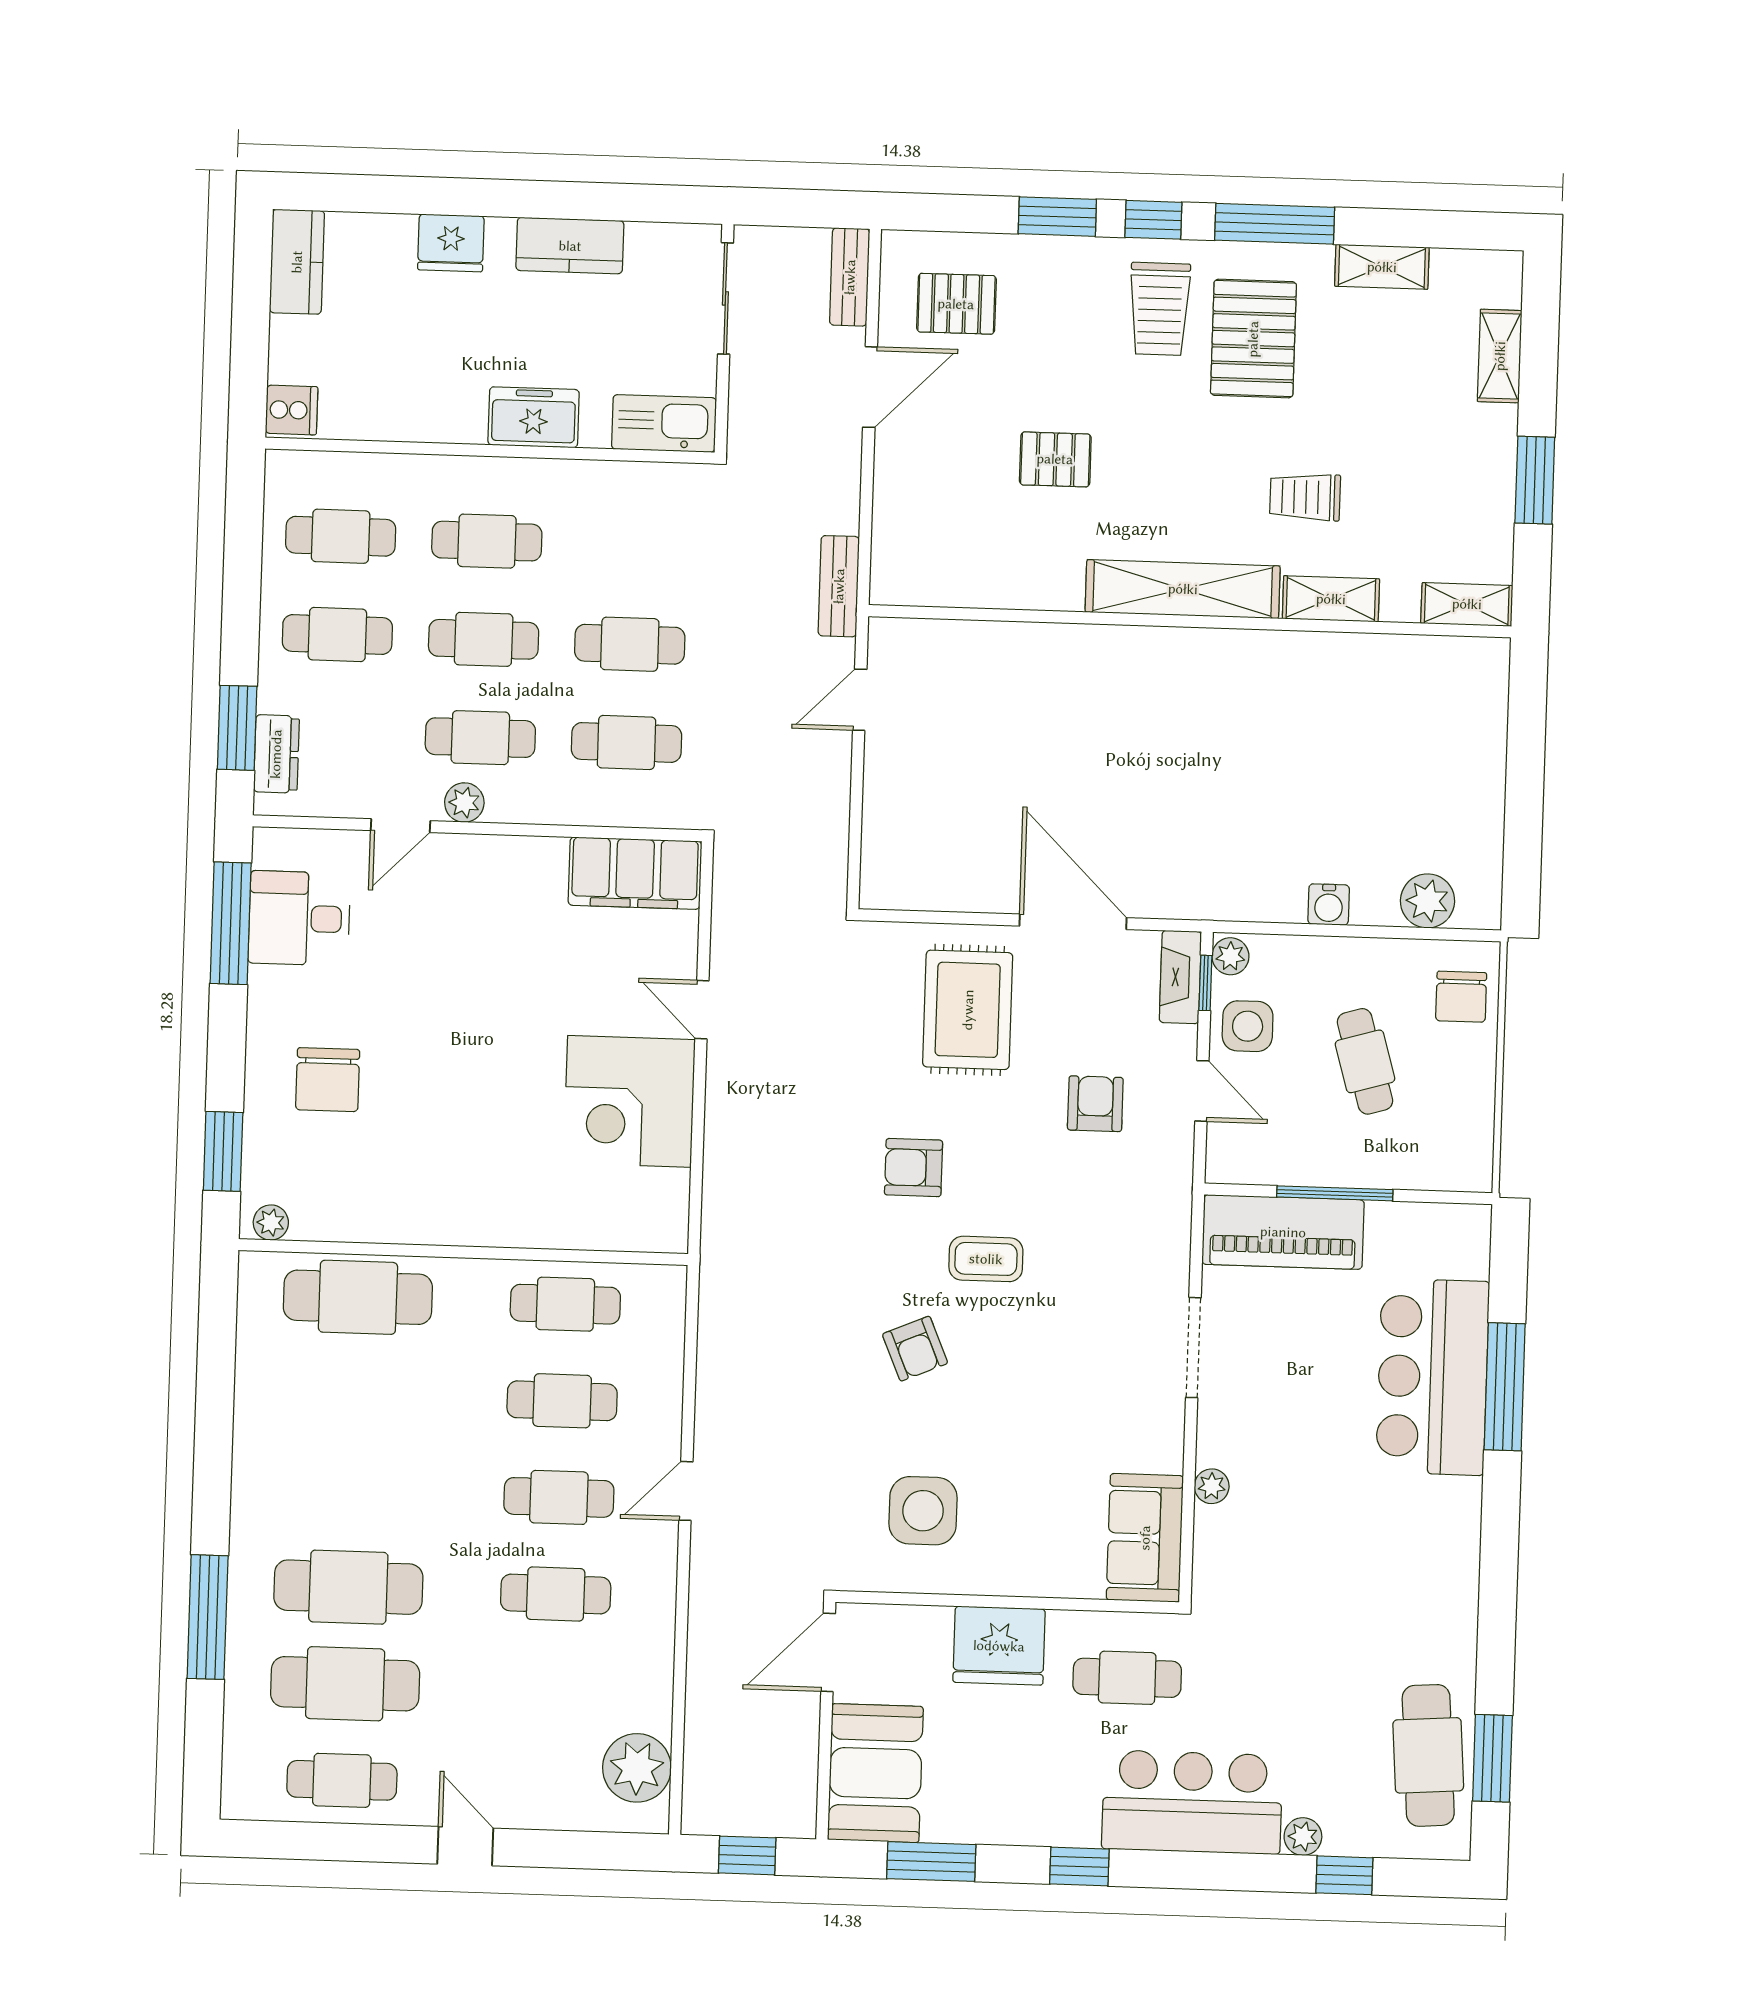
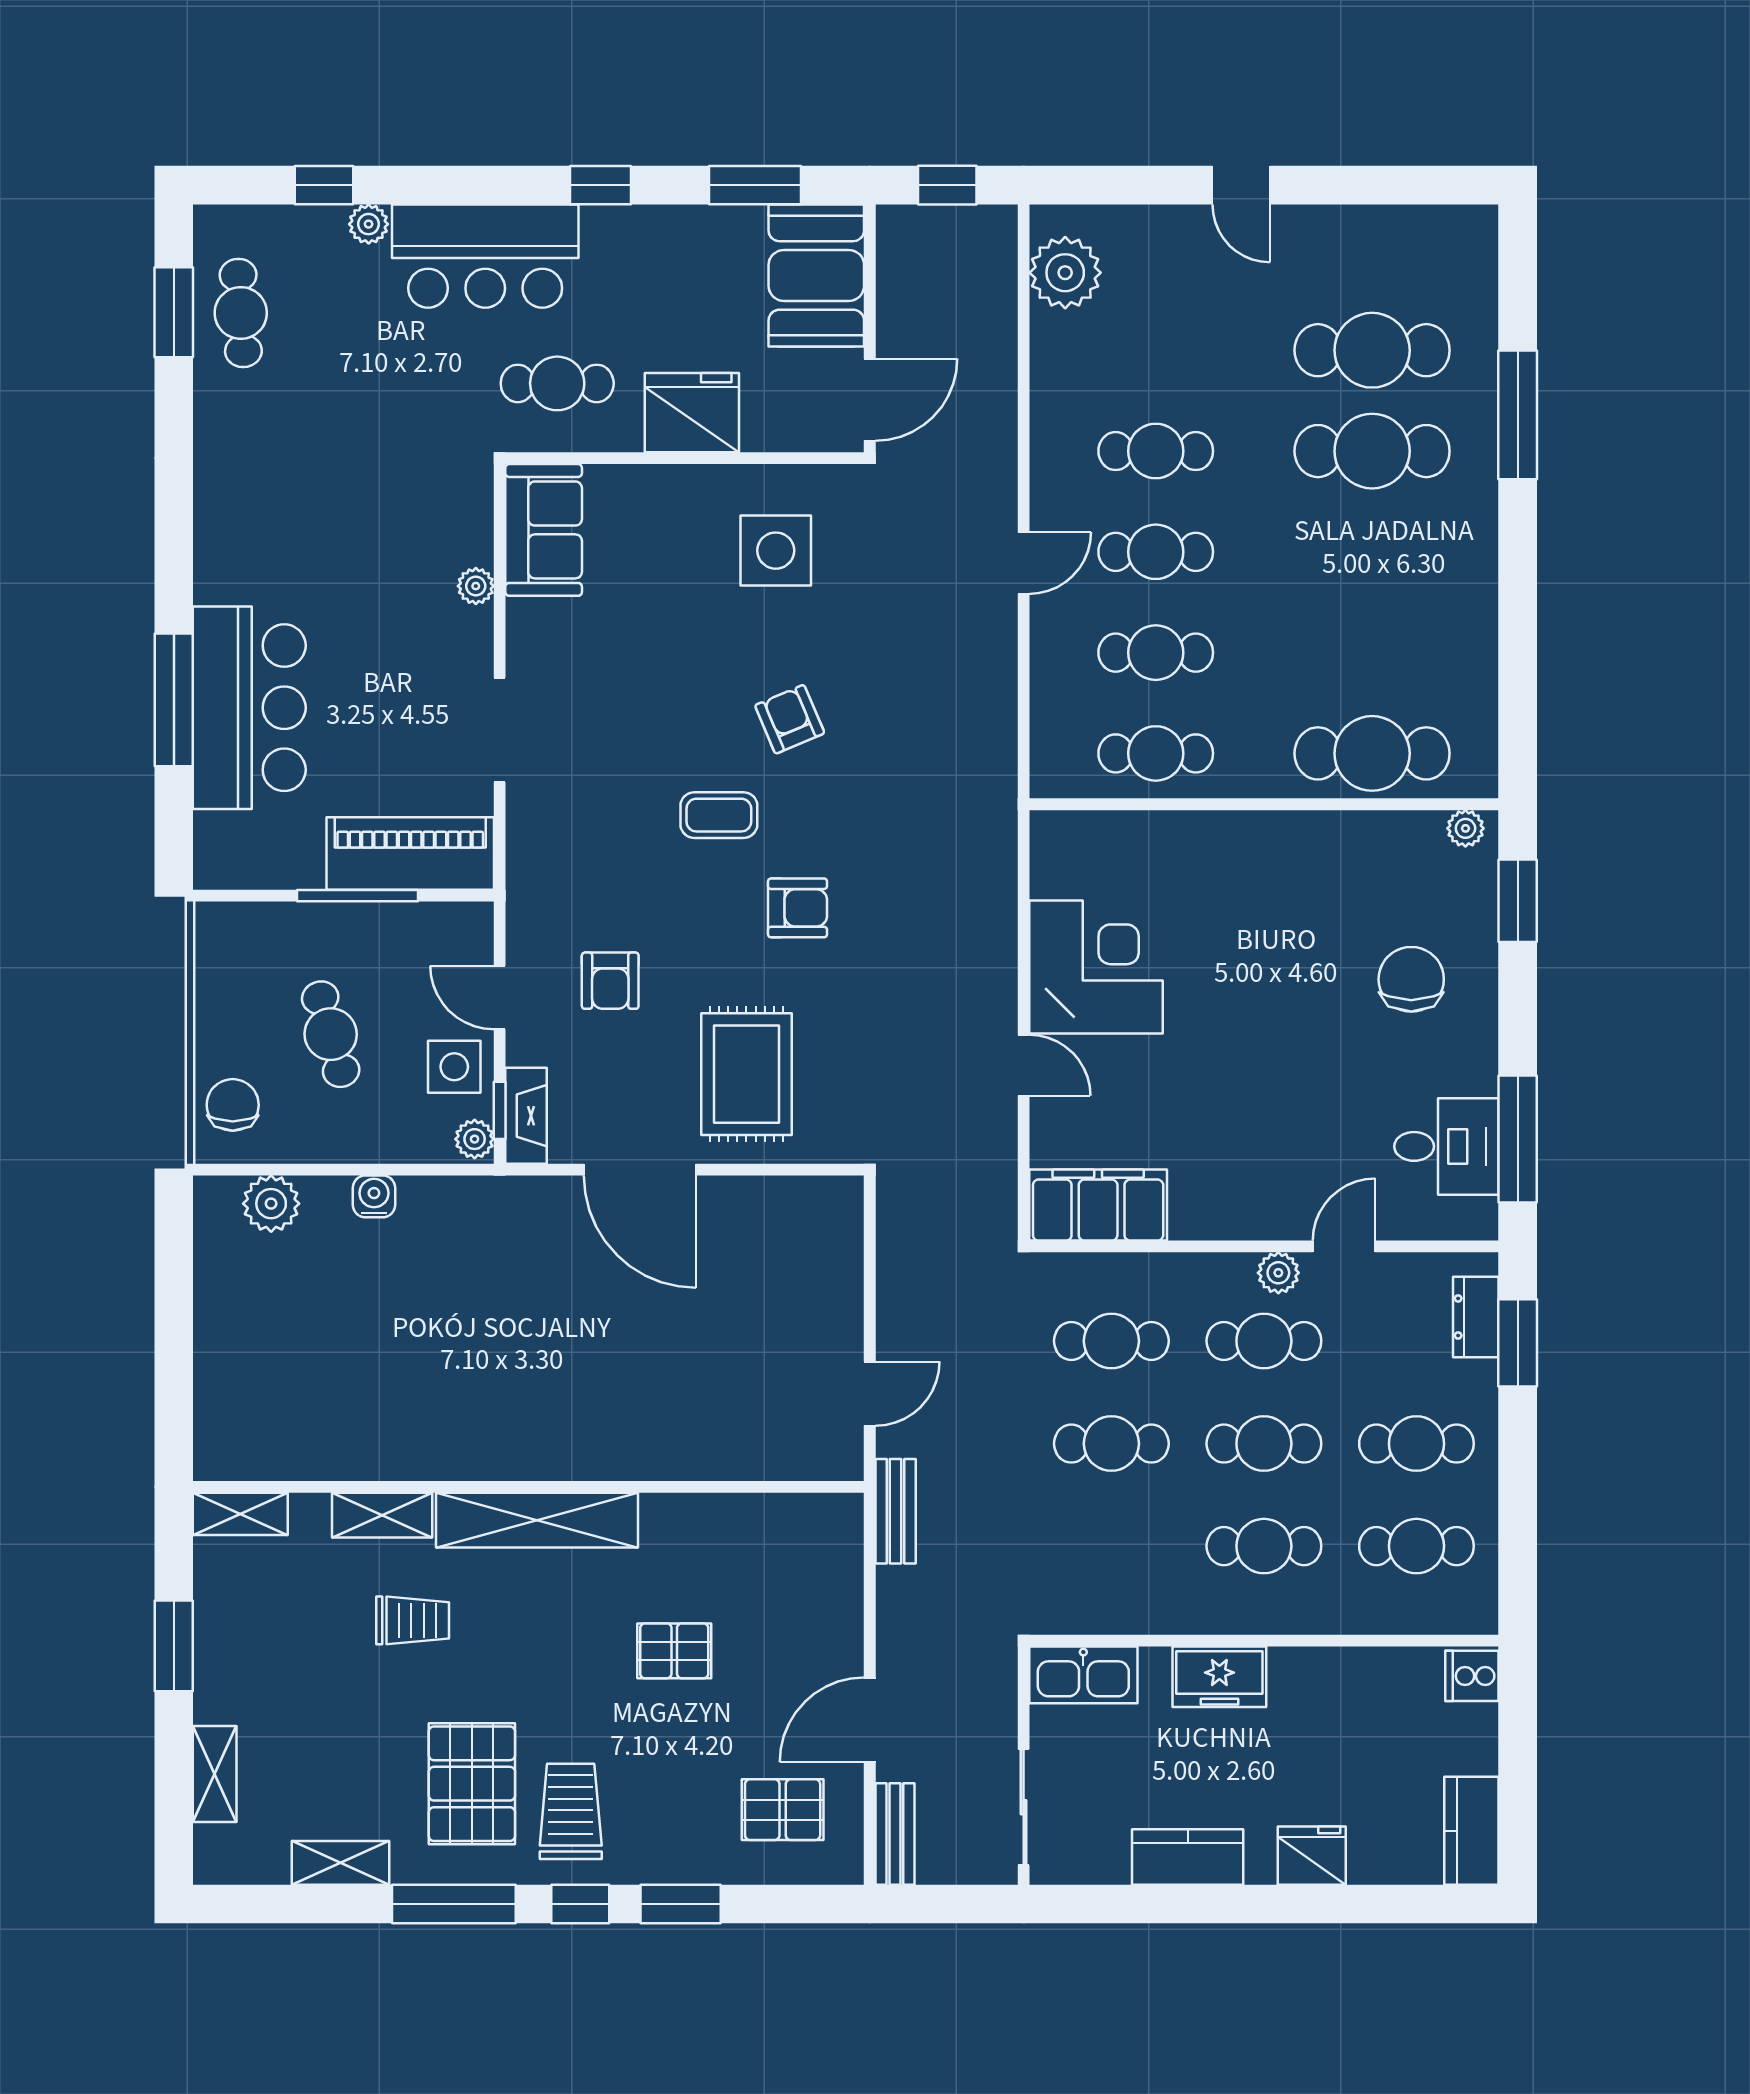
cafe table: (1428, 1755) -> (241, 313), width x0.73, depth x0.74
cafe table: (342, 1780) -> (1372, 249), removed

